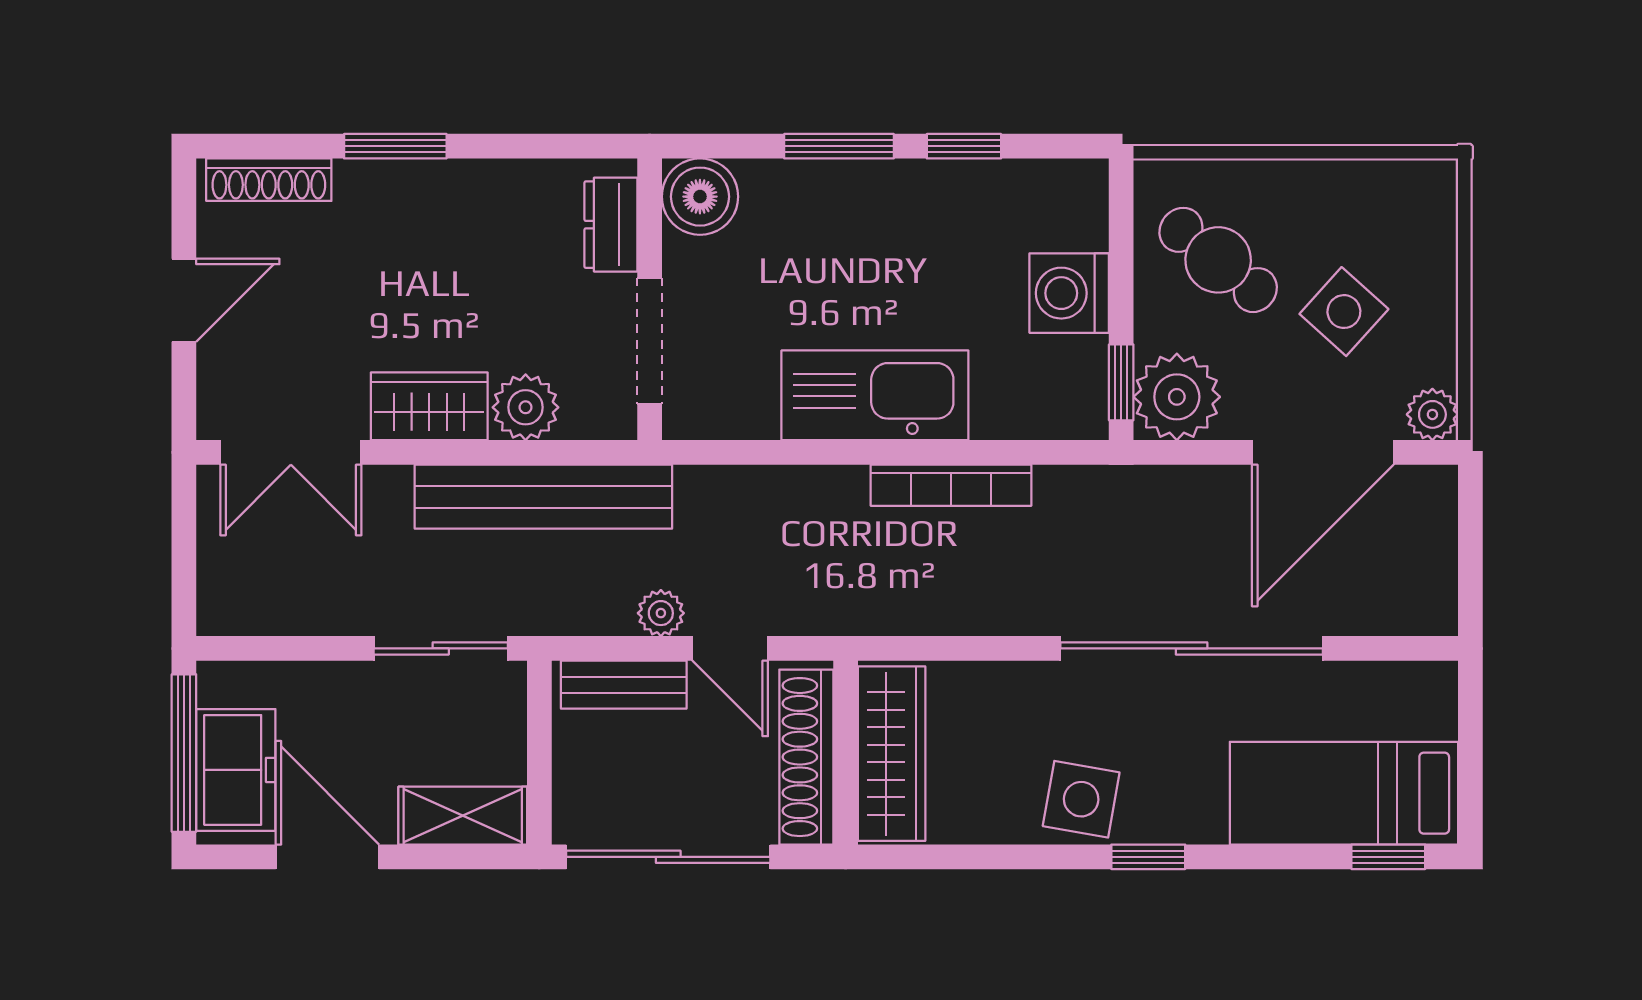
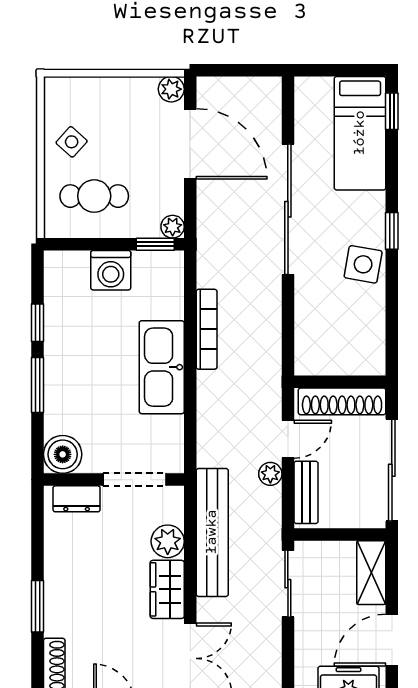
cafe table: (1218, 260) -> (94, 196), turned 51
side table: (1344, 312) -> (72, 142), moved, width x0.73, depth x0.73
plant: (1177, 397) -> (173, 227), width x0.53, depth x0.53
wardrobe: (892, 754) -> (340, 359), removed

